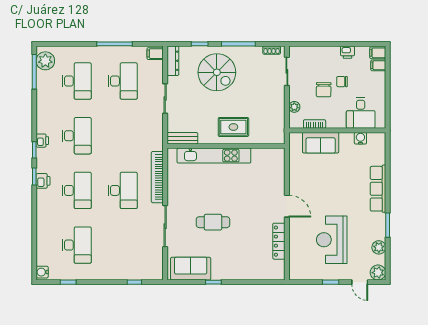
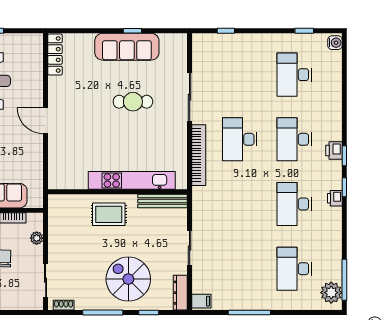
desk: (123, 81) -> (240, 269), removed
bench: (182, 138) -> (163, 201), width x1.36
locker: (279, 241) -> (55, 55), moved
sofa: (191, 269) -> (127, 47), moved, width x1.36

